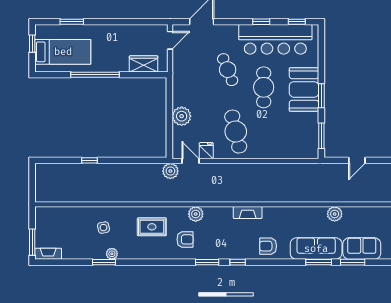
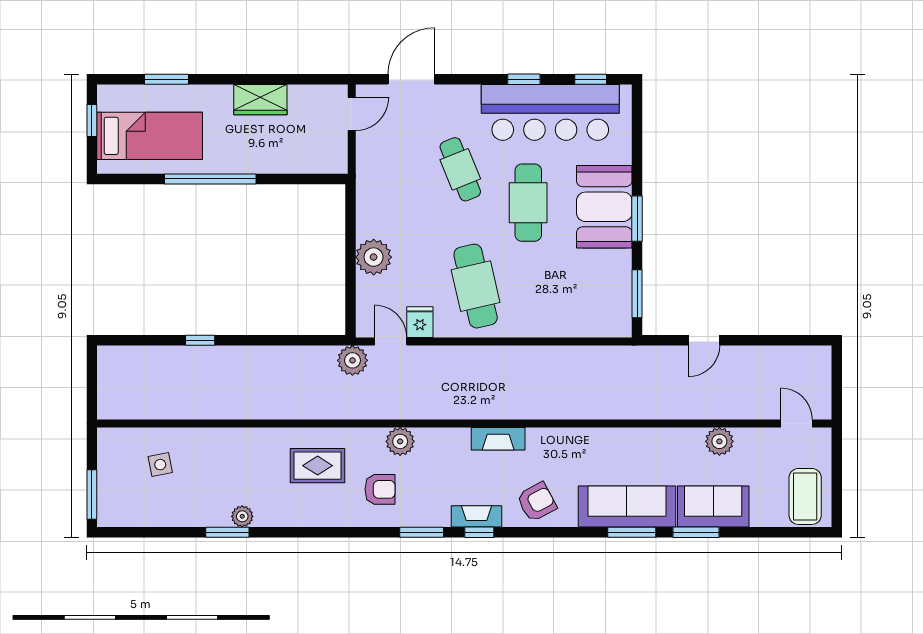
wardrobe: (144, 64) -> (260, 100), moved, turned 180
plant: (335, 214) -> (719, 441), moved
side table: (103, 228) -> (160, 465), moved
armchair: (268, 246) -> (537, 502), turned 152
fireplace: (48, 254) -> (477, 516), moved

